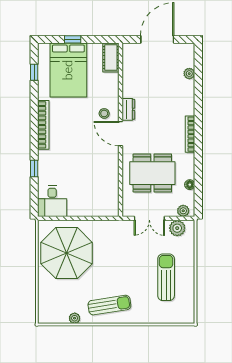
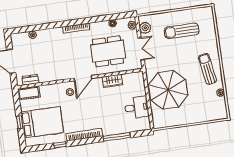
window: (34, 72) -> (60, 145), moved
dresser: (128, 109) -> (30, 80), moved
window: (34, 169) -> (117, 137), width x2.17
wardrobe: (111, 173) -> (112, 81), added
dining table: (152, 173) -> (108, 51), turned 90
desk: (52, 201) -> (137, 107), moved
parasol: (67, 253) -> (168, 90), moved

